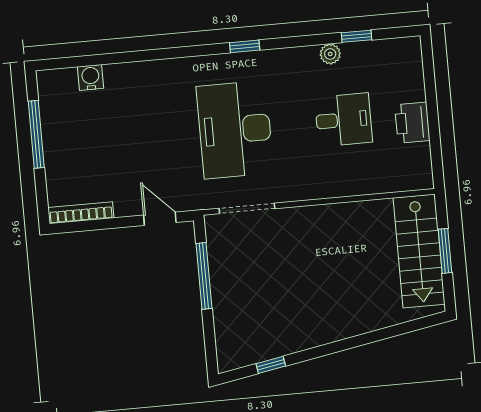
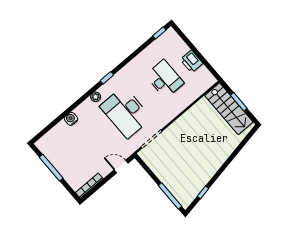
window: (356, 36) -> (159, 33), moved
plant: (330, 54) -> (96, 97), moved
water cooler: (91, 77) -> (71, 119), moved
desk: (343, 120) -> (164, 79), width x1.37
window: (204, 276) -> (170, 196), moved

